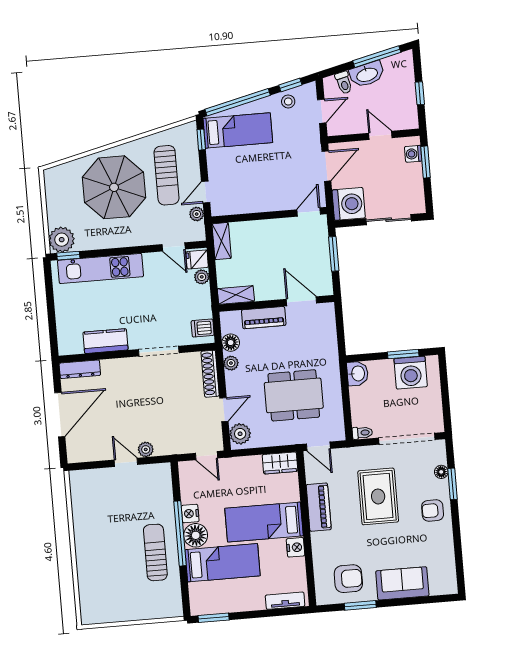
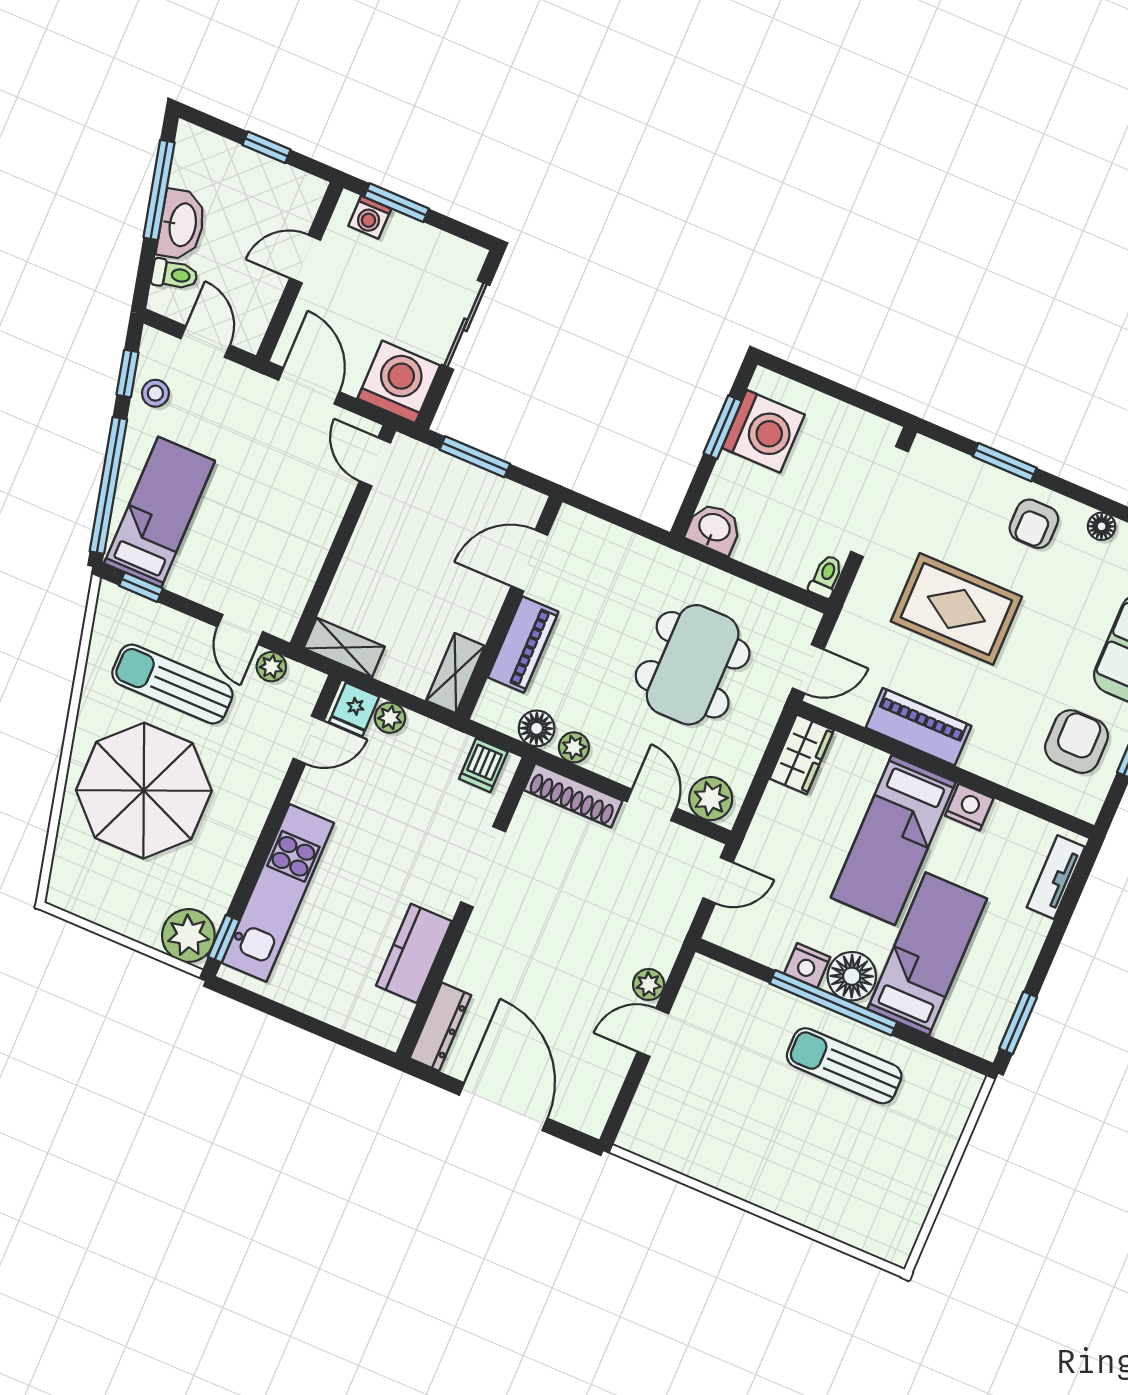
sun lounger: (167, 175) -> (172, 684), turned 180
floor lamp: (441, 472) -> (1102, 526), moved

